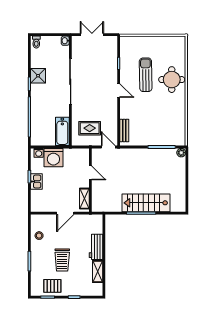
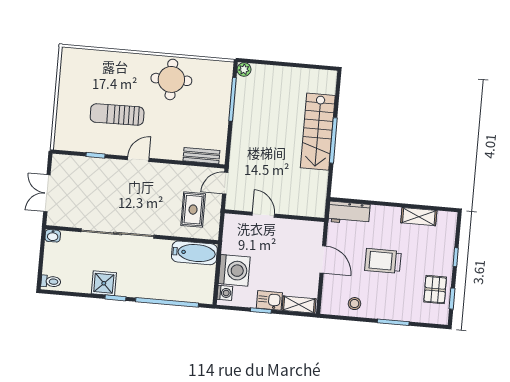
round table: (172, 80) -> (171, 79), moved
door: (90, 173) -> (263, 215), hinge flipped
shelving: (84, 199) -> (299, 305), moved
workbench: (96, 247) -> (349, 213), moved
trolley: (62, 260) -> (383, 261), moved, turned 180

